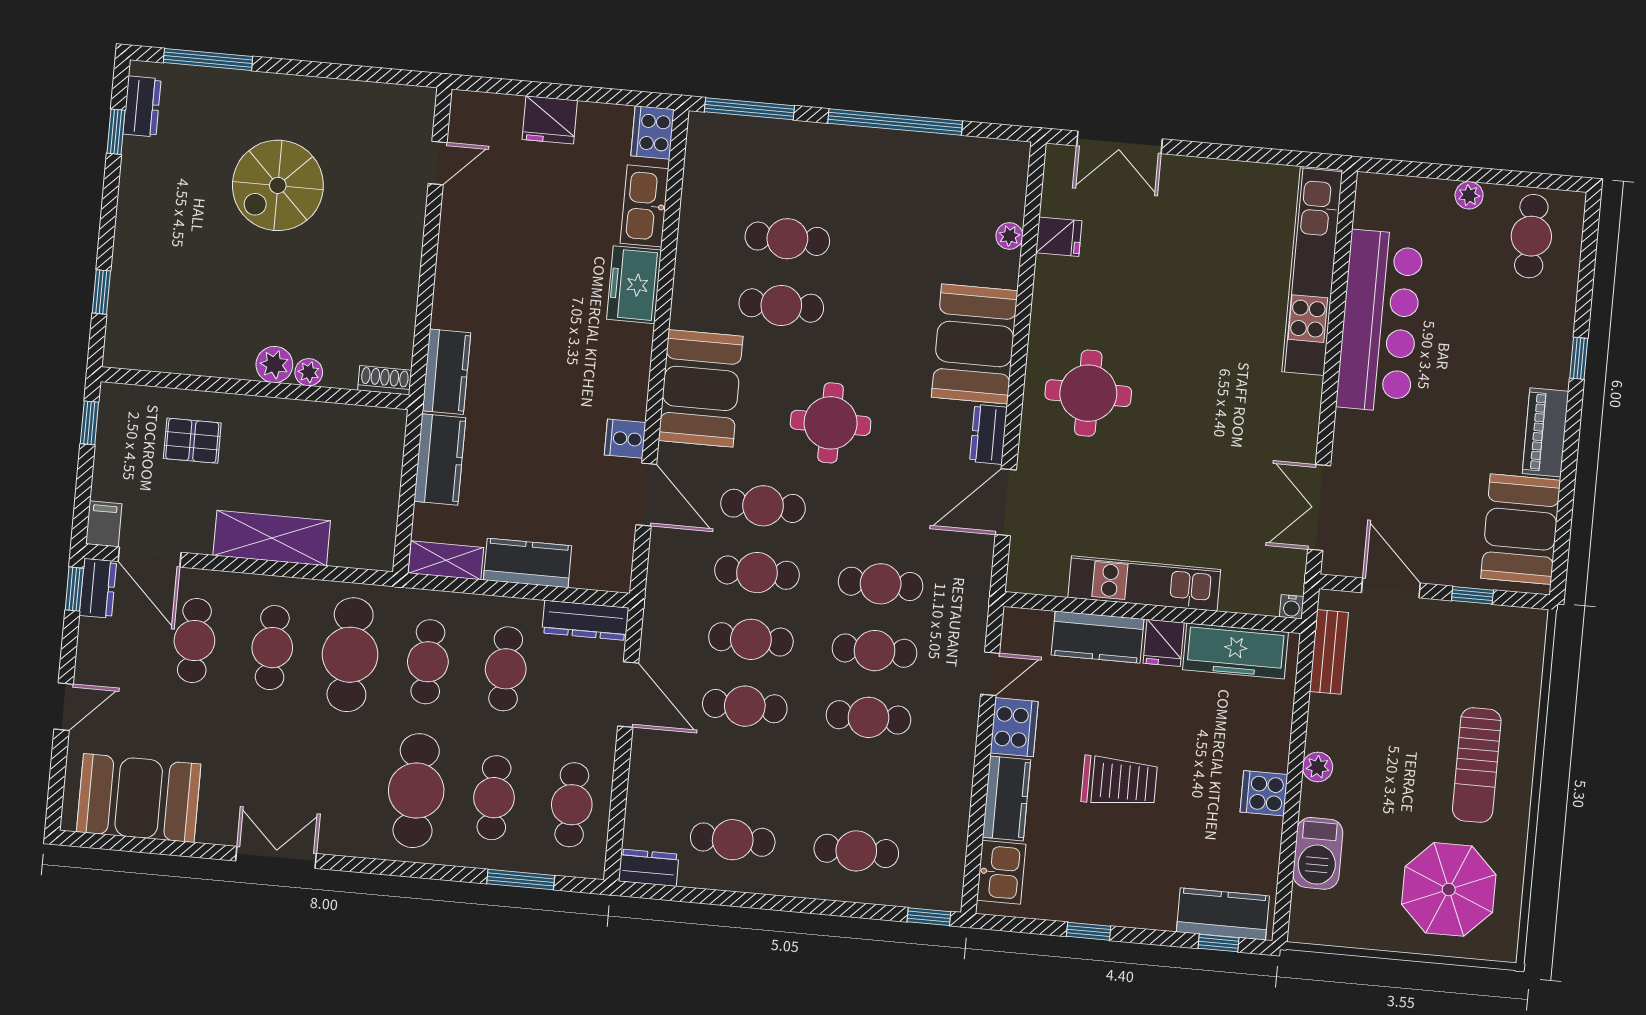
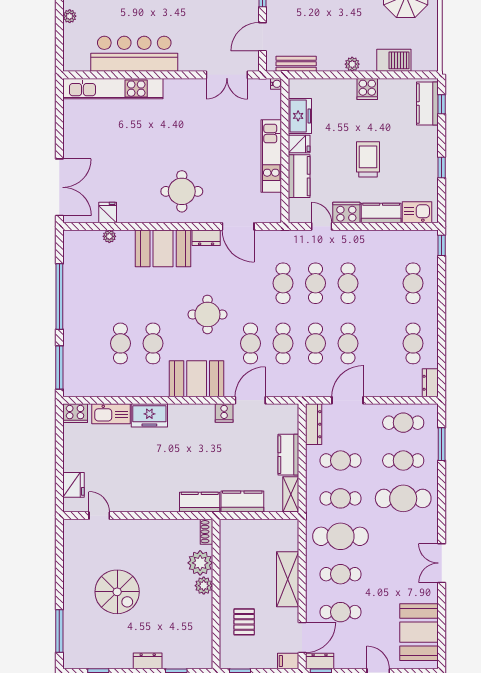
dresser: (142, 106) -> (148, 661), moved
fridge: (550, 120) -> (74, 485), moved
double door: (1119, 142) -> (59, 187), width x1.37
plant: (309, 372) -> (200, 563), width x1.88, depth x1.88
freezer: (1235, 651) -> (300, 116), width x0.71

